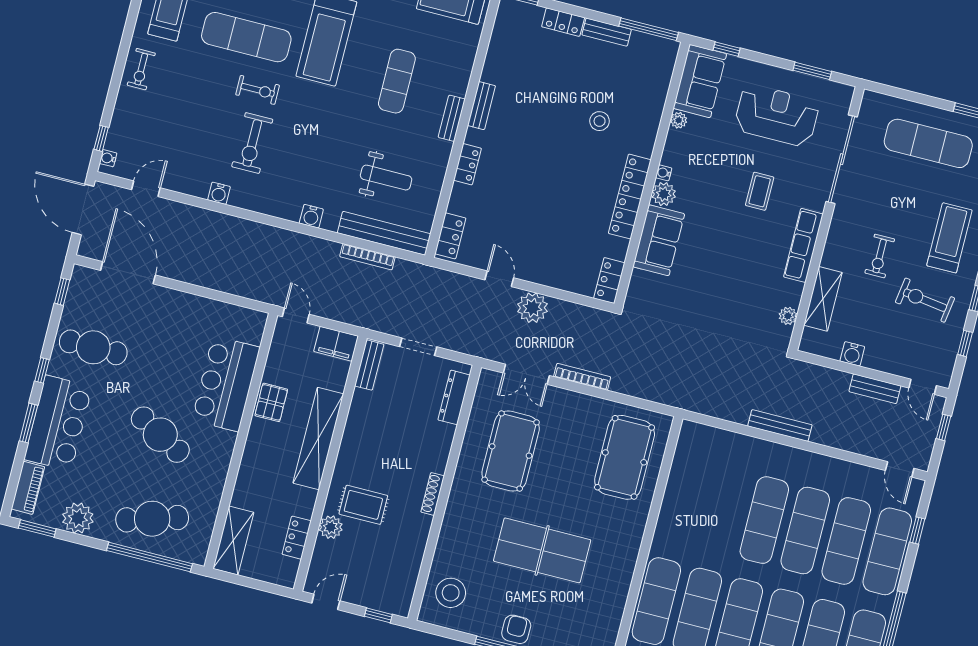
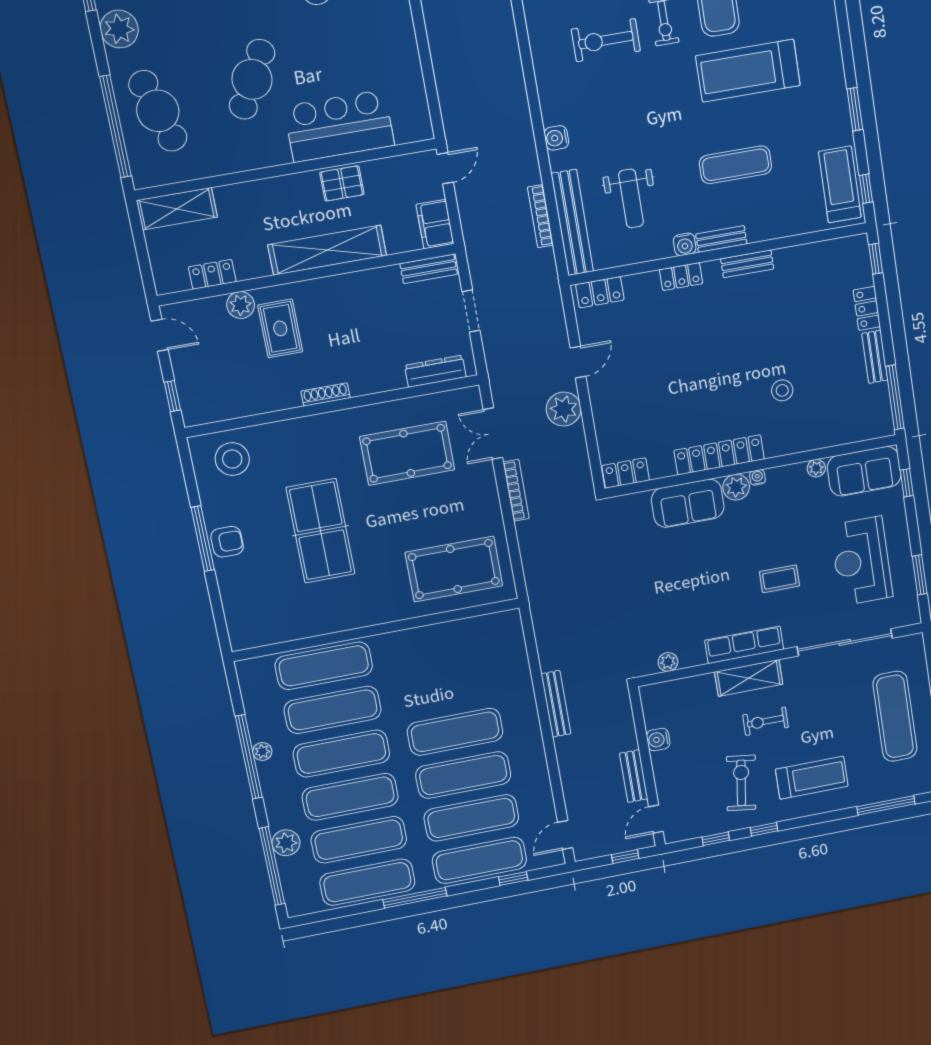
reception desk: (777, 115) -> (862, 561), turned 180
water cooler: (219, 193) -> (685, 244), moved, turned -90
shelving: (823, 299) -> (749, 678), moved

